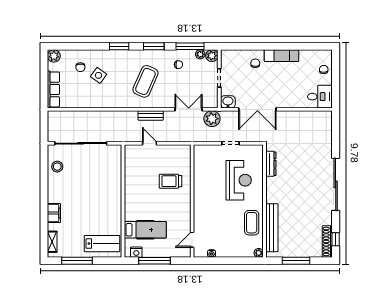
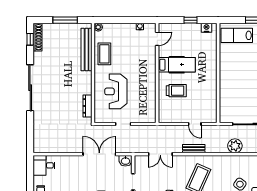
plant: (212, 119) -> (235, 146), moved
hospital bed: (145, 230) -> (177, 65), moved, turned 180
window: (154, 261) -> (190, 20), width x0.46

